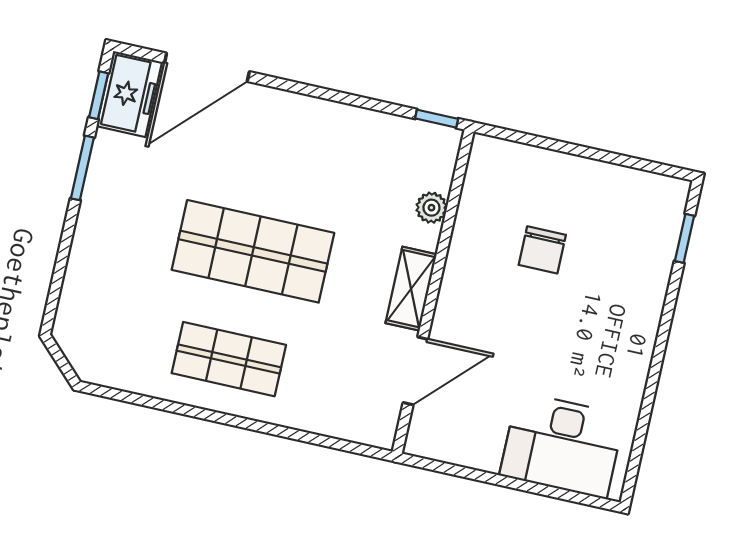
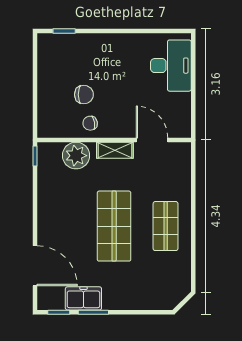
freezer: (129, 94) -> (83, 298), moved
plant: (431, 208) -> (76, 156), width x1.88, depth x1.88
chair: (479, 249) -> (90, 123), added

